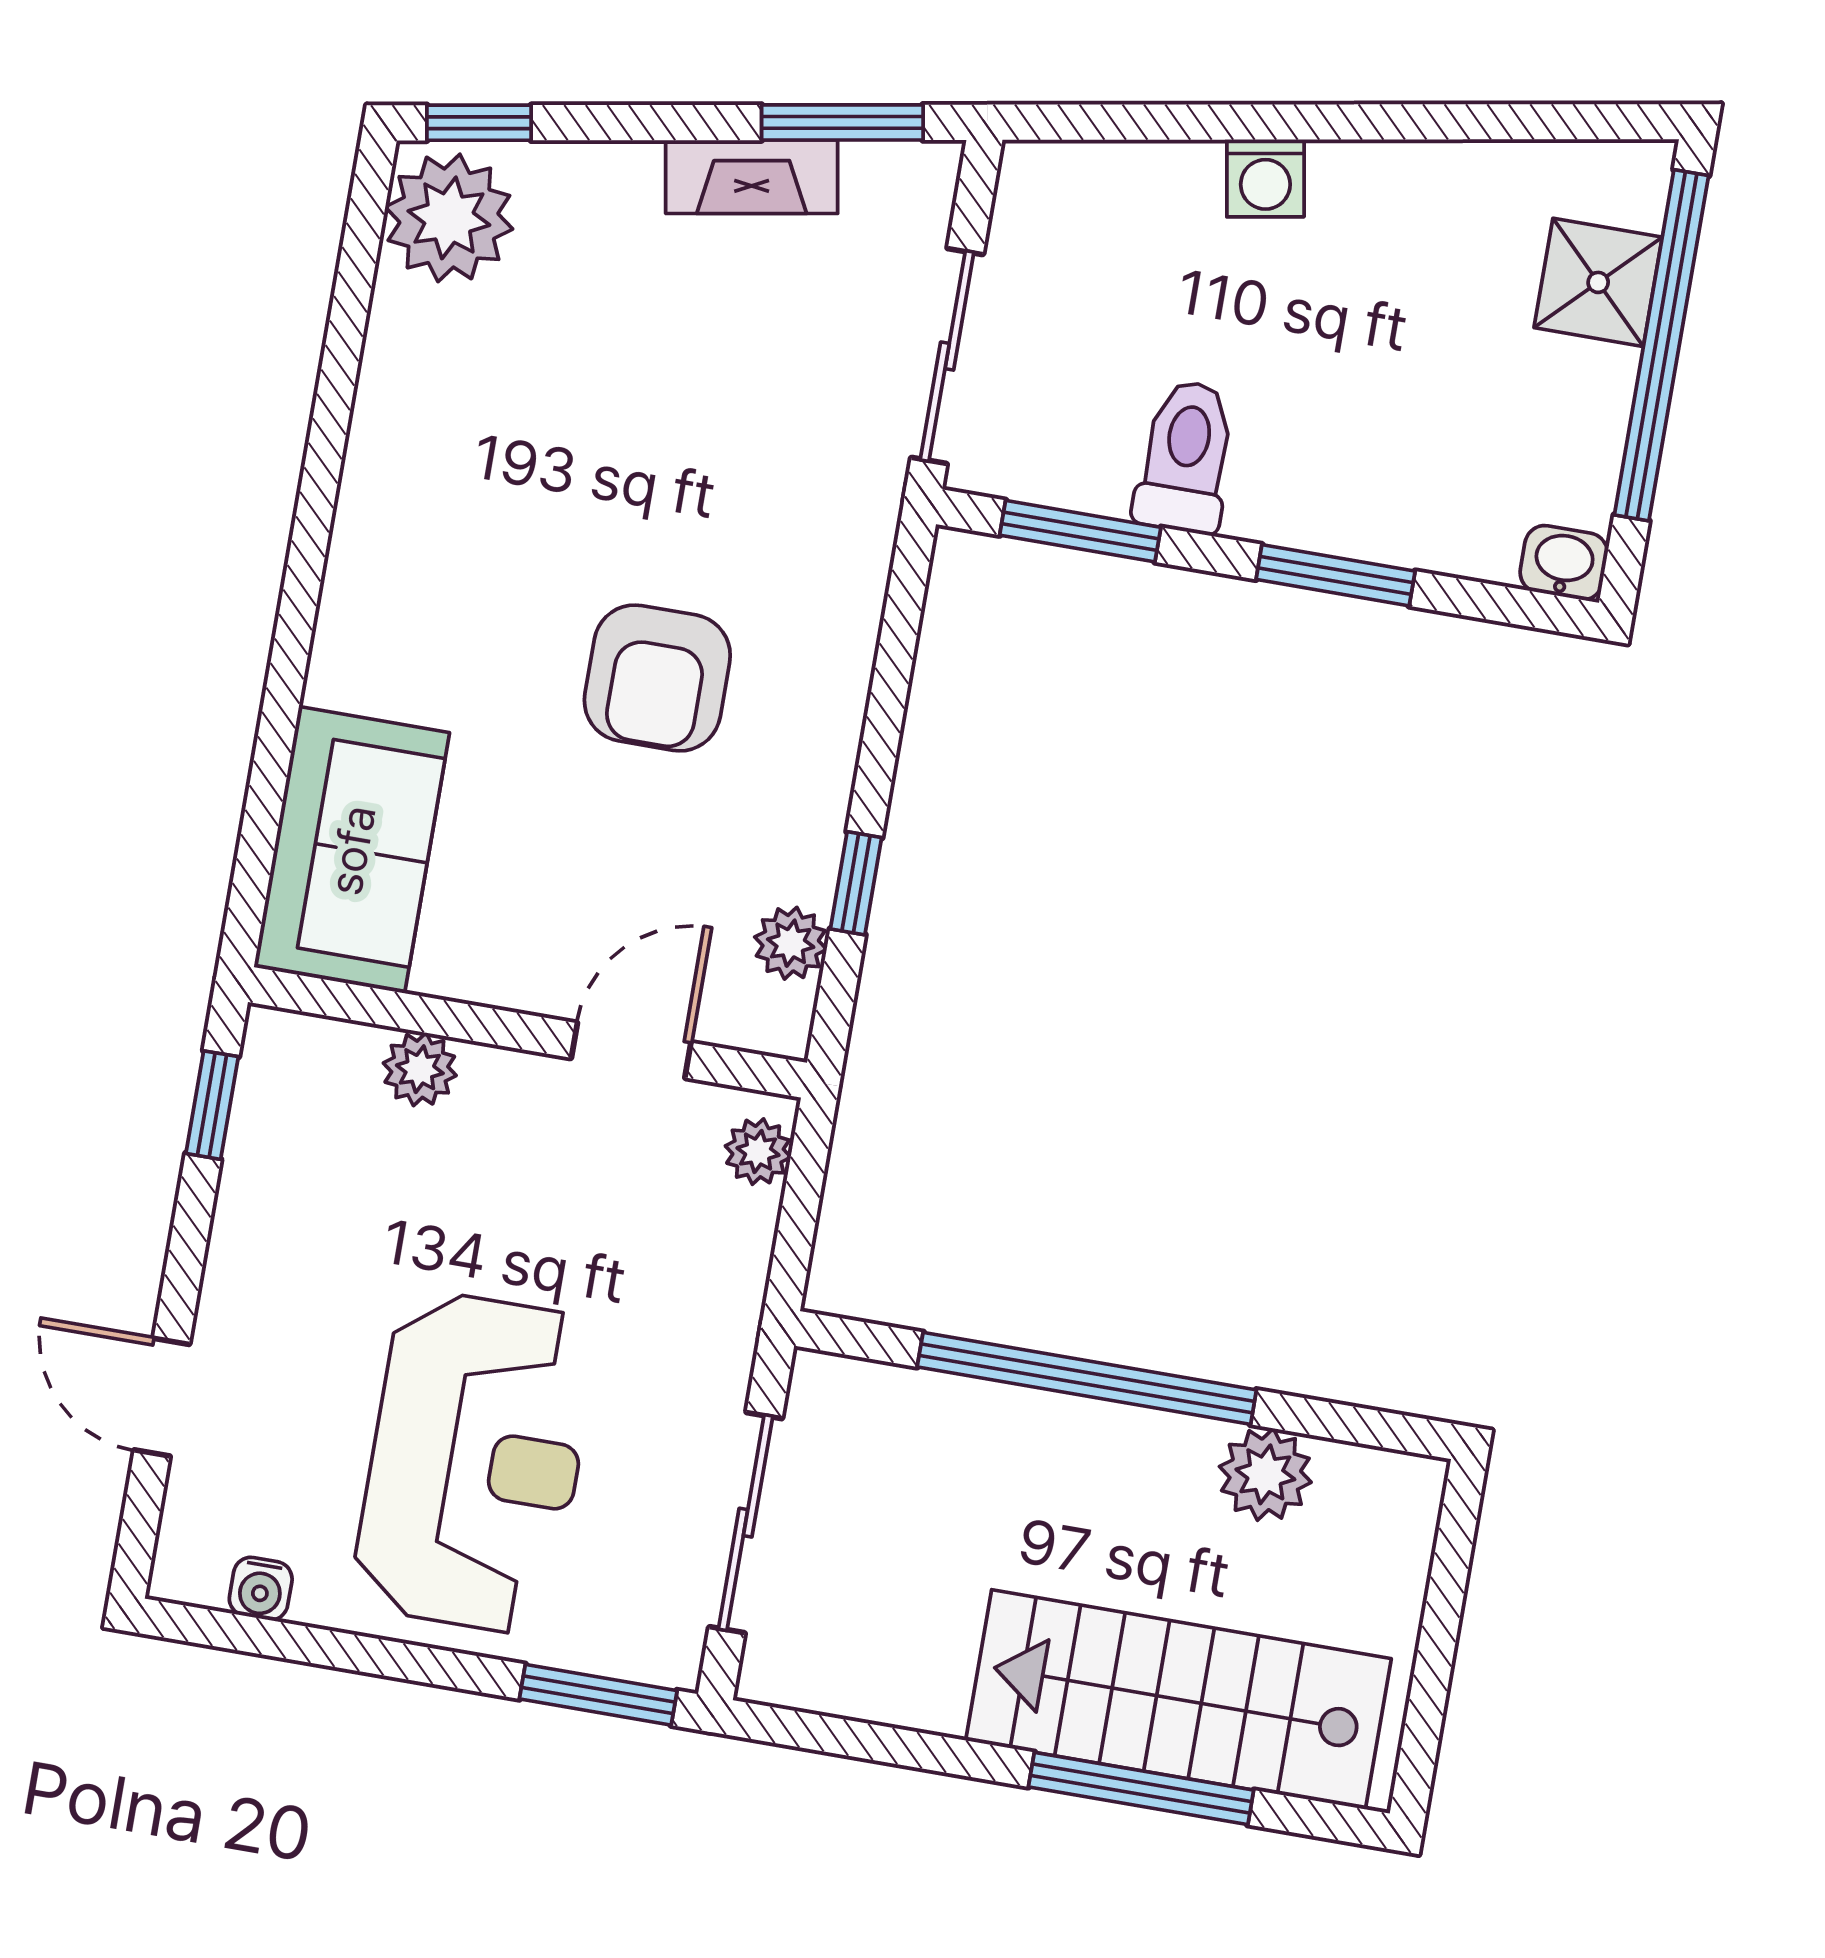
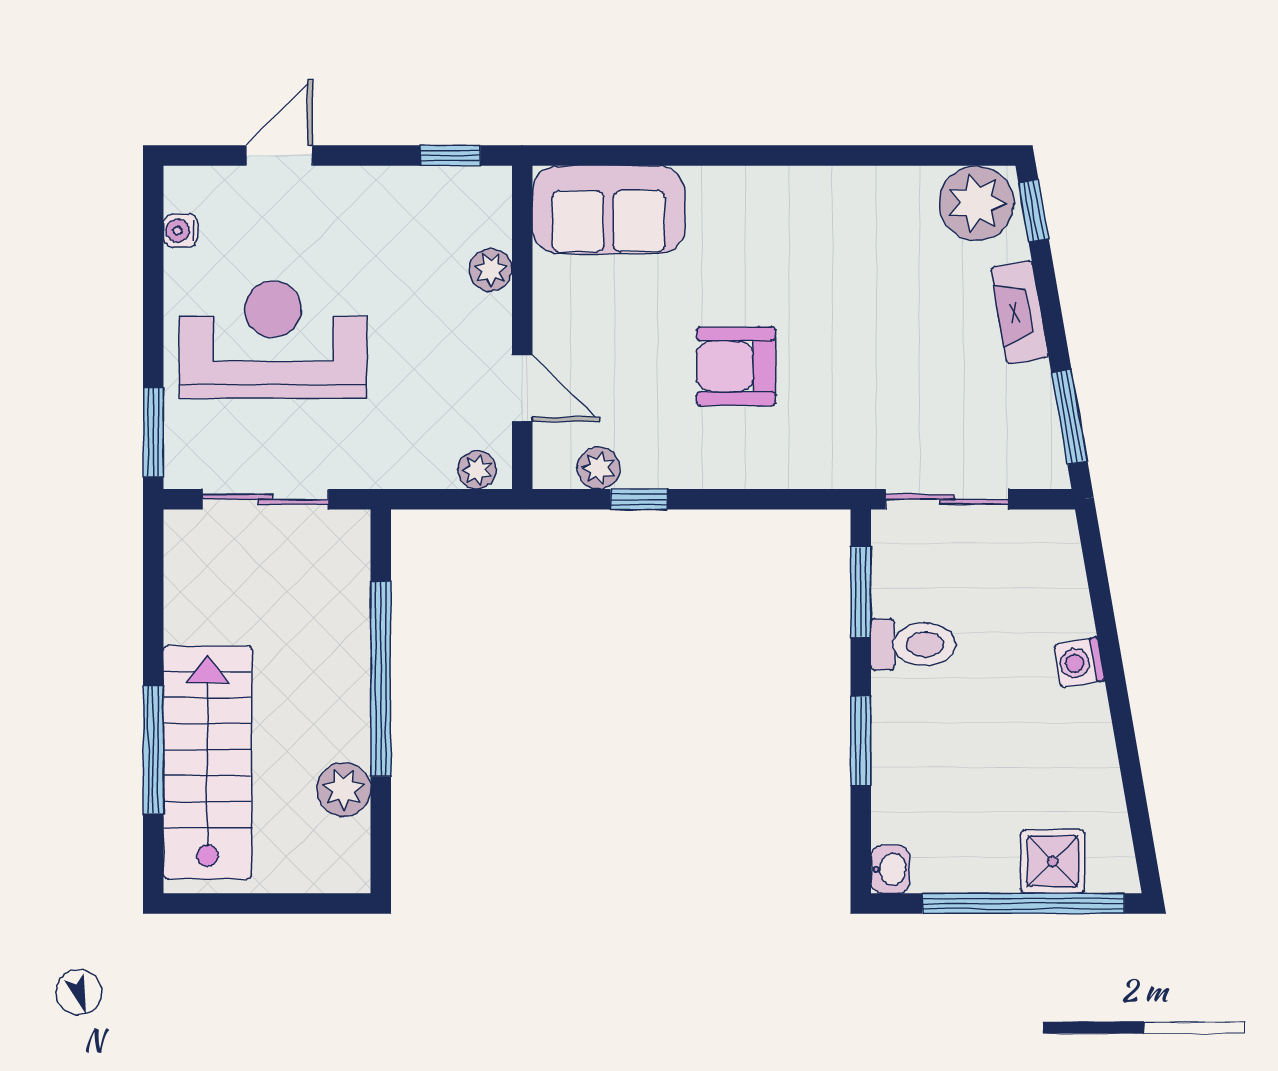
fireplace: (752, 177) -> (1020, 312), moved
reception desk: (475, 1462) -> (273, 340), turned 180

